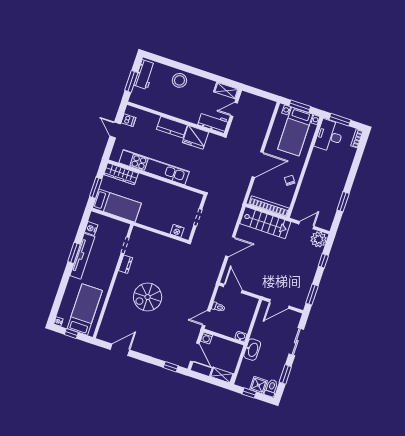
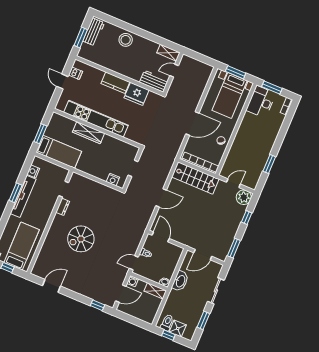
wardrobe: (121, 174) -> (88, 133), moved
washbasin: (252, 350) -> (180, 281), moved
door: (195, 352) -> (121, 294), hinge flipped
shelving: (222, 375) -> (155, 291), moved
toilet: (271, 388) -> (167, 323), moved

